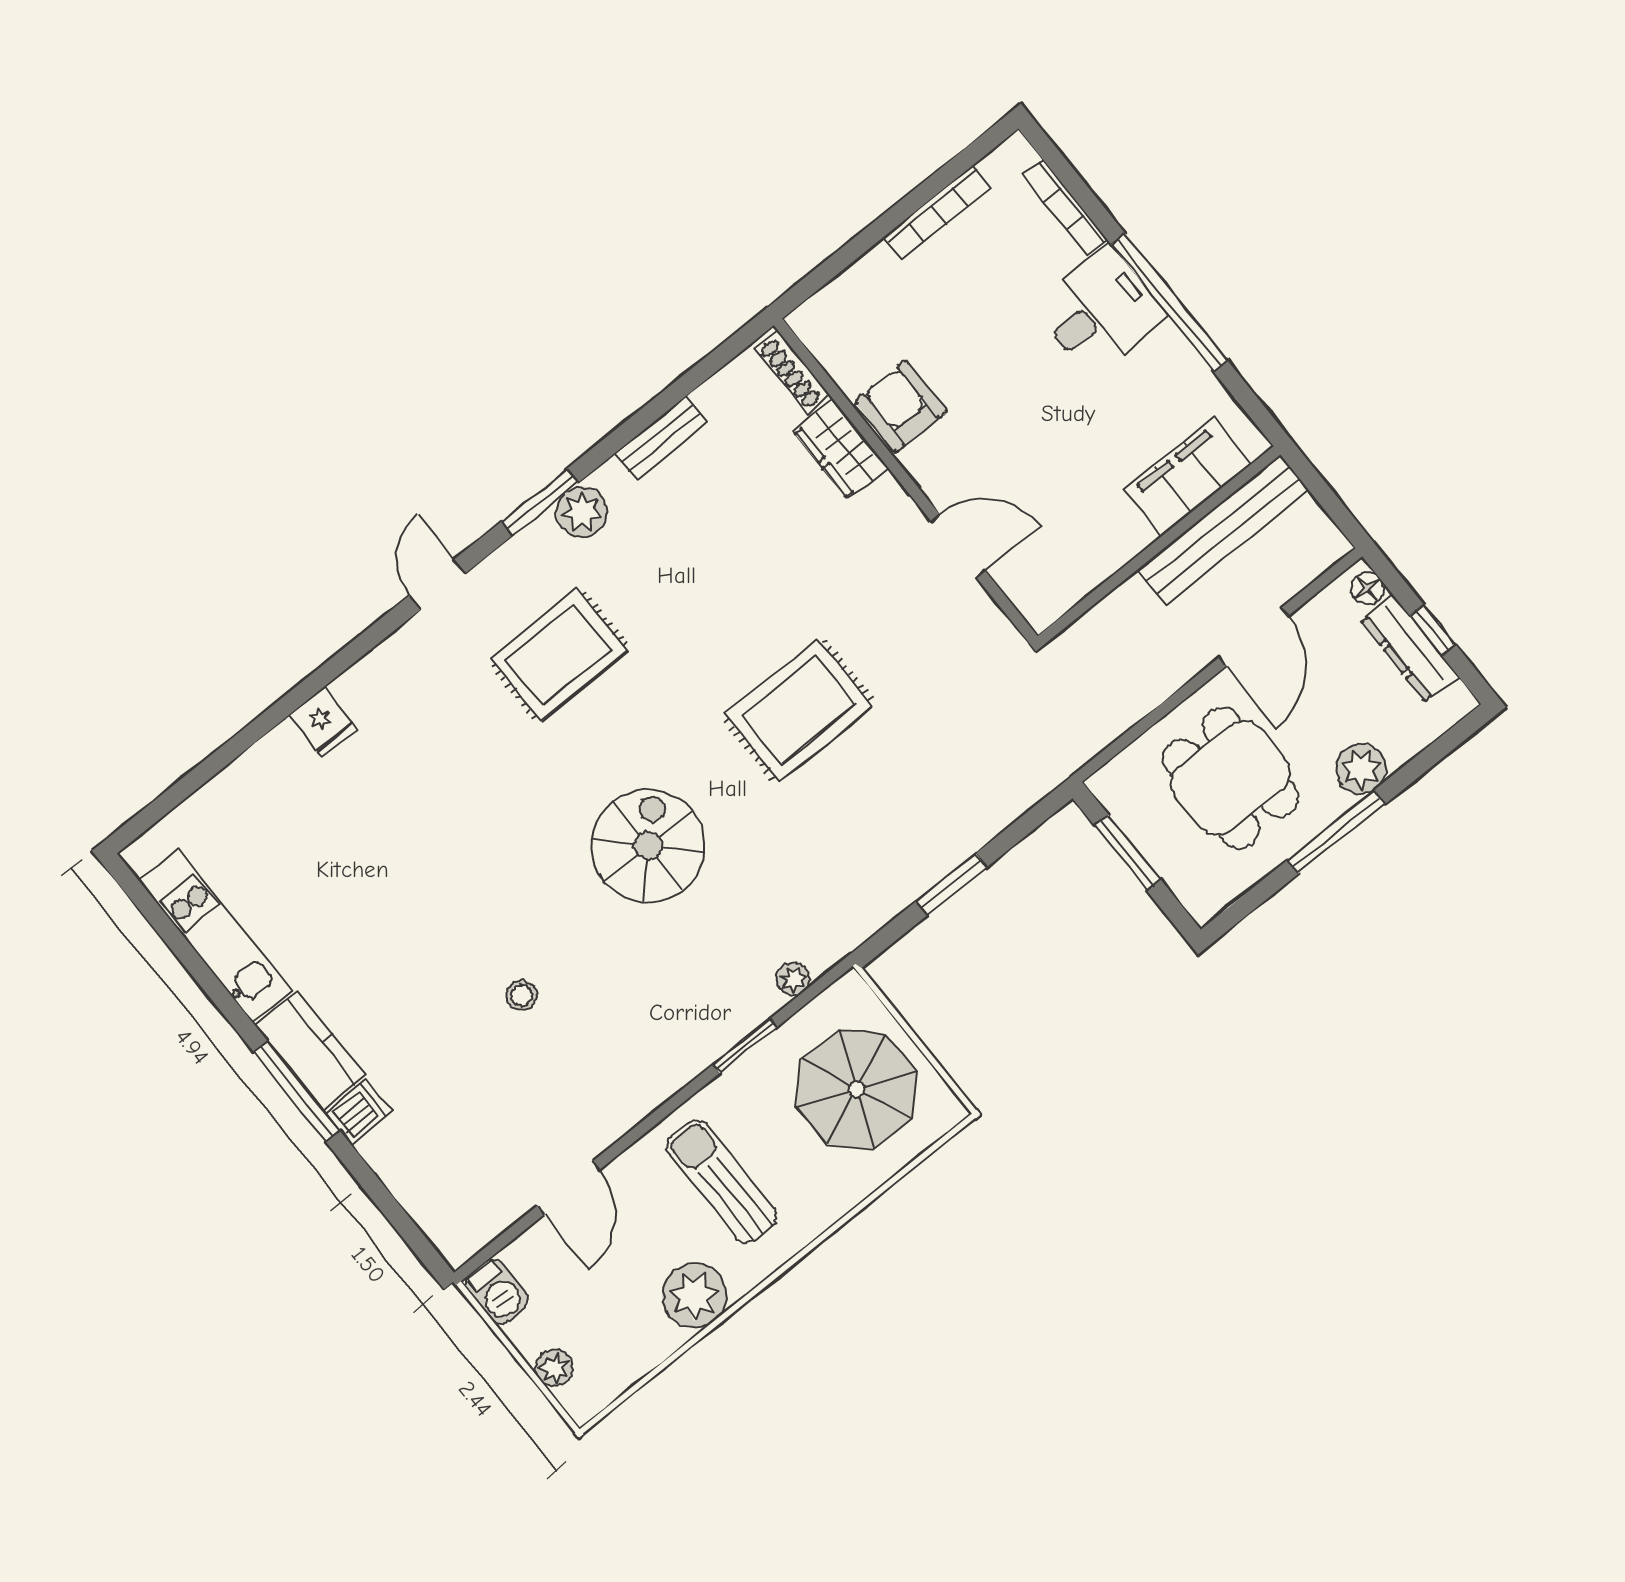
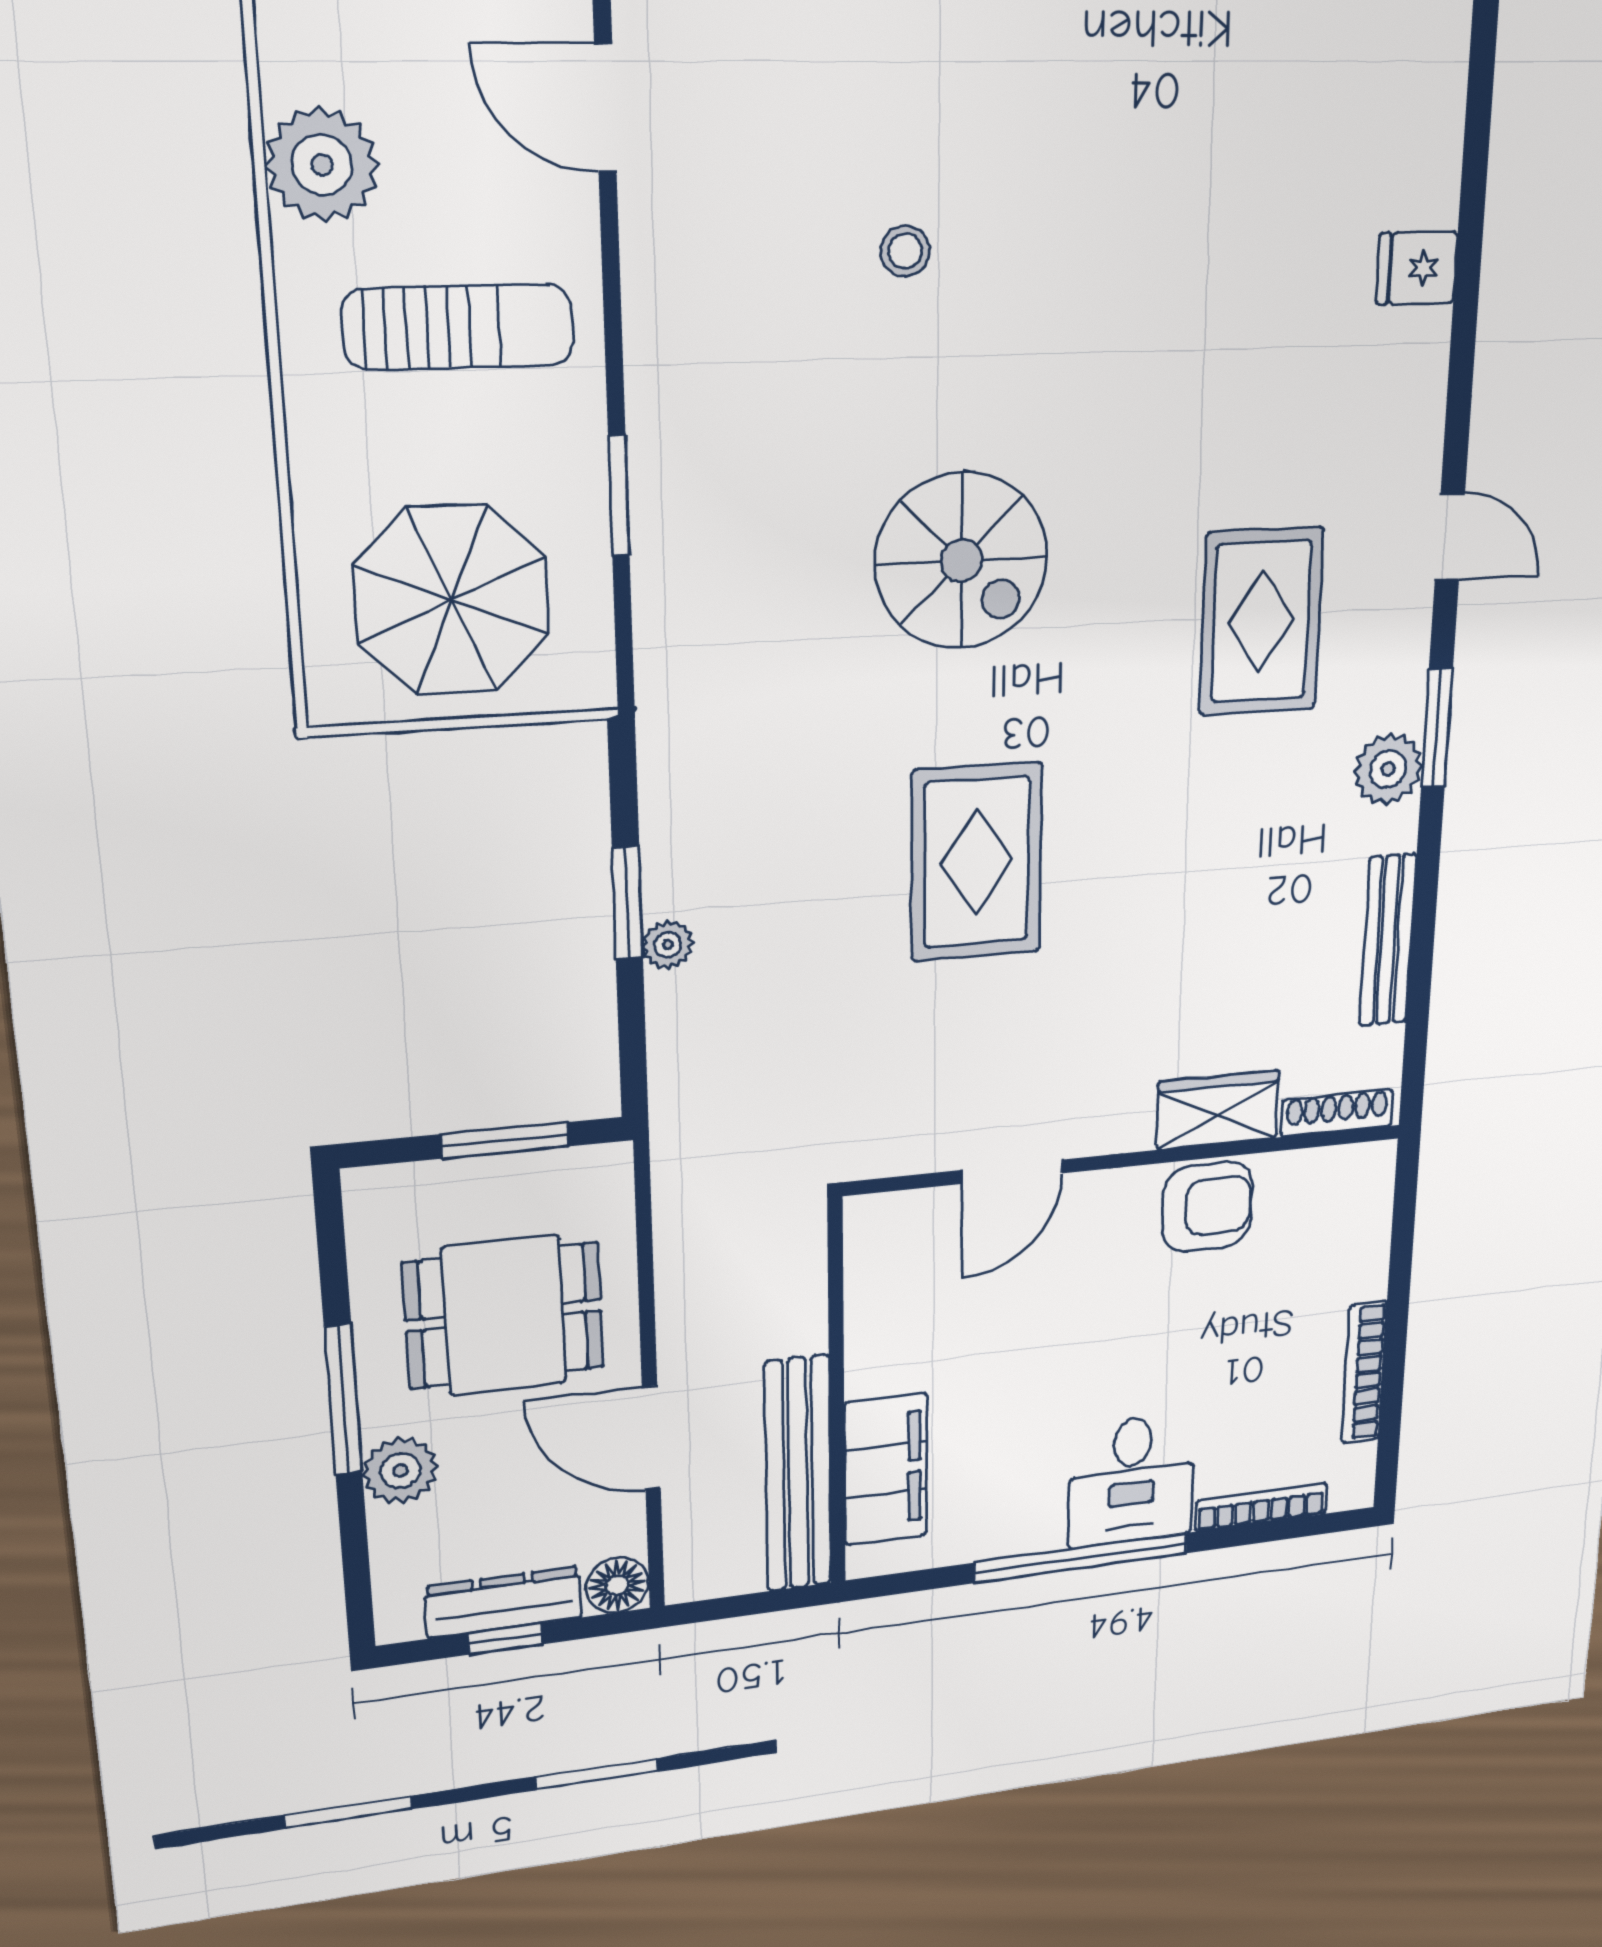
bench: (661, 438) -> (1388, 940), width x1.36
floor lamp: (1367, 588) -> (617, 1585), width x1.37, depth x1.37
plant: (793, 979) -> (668, 945), moved

